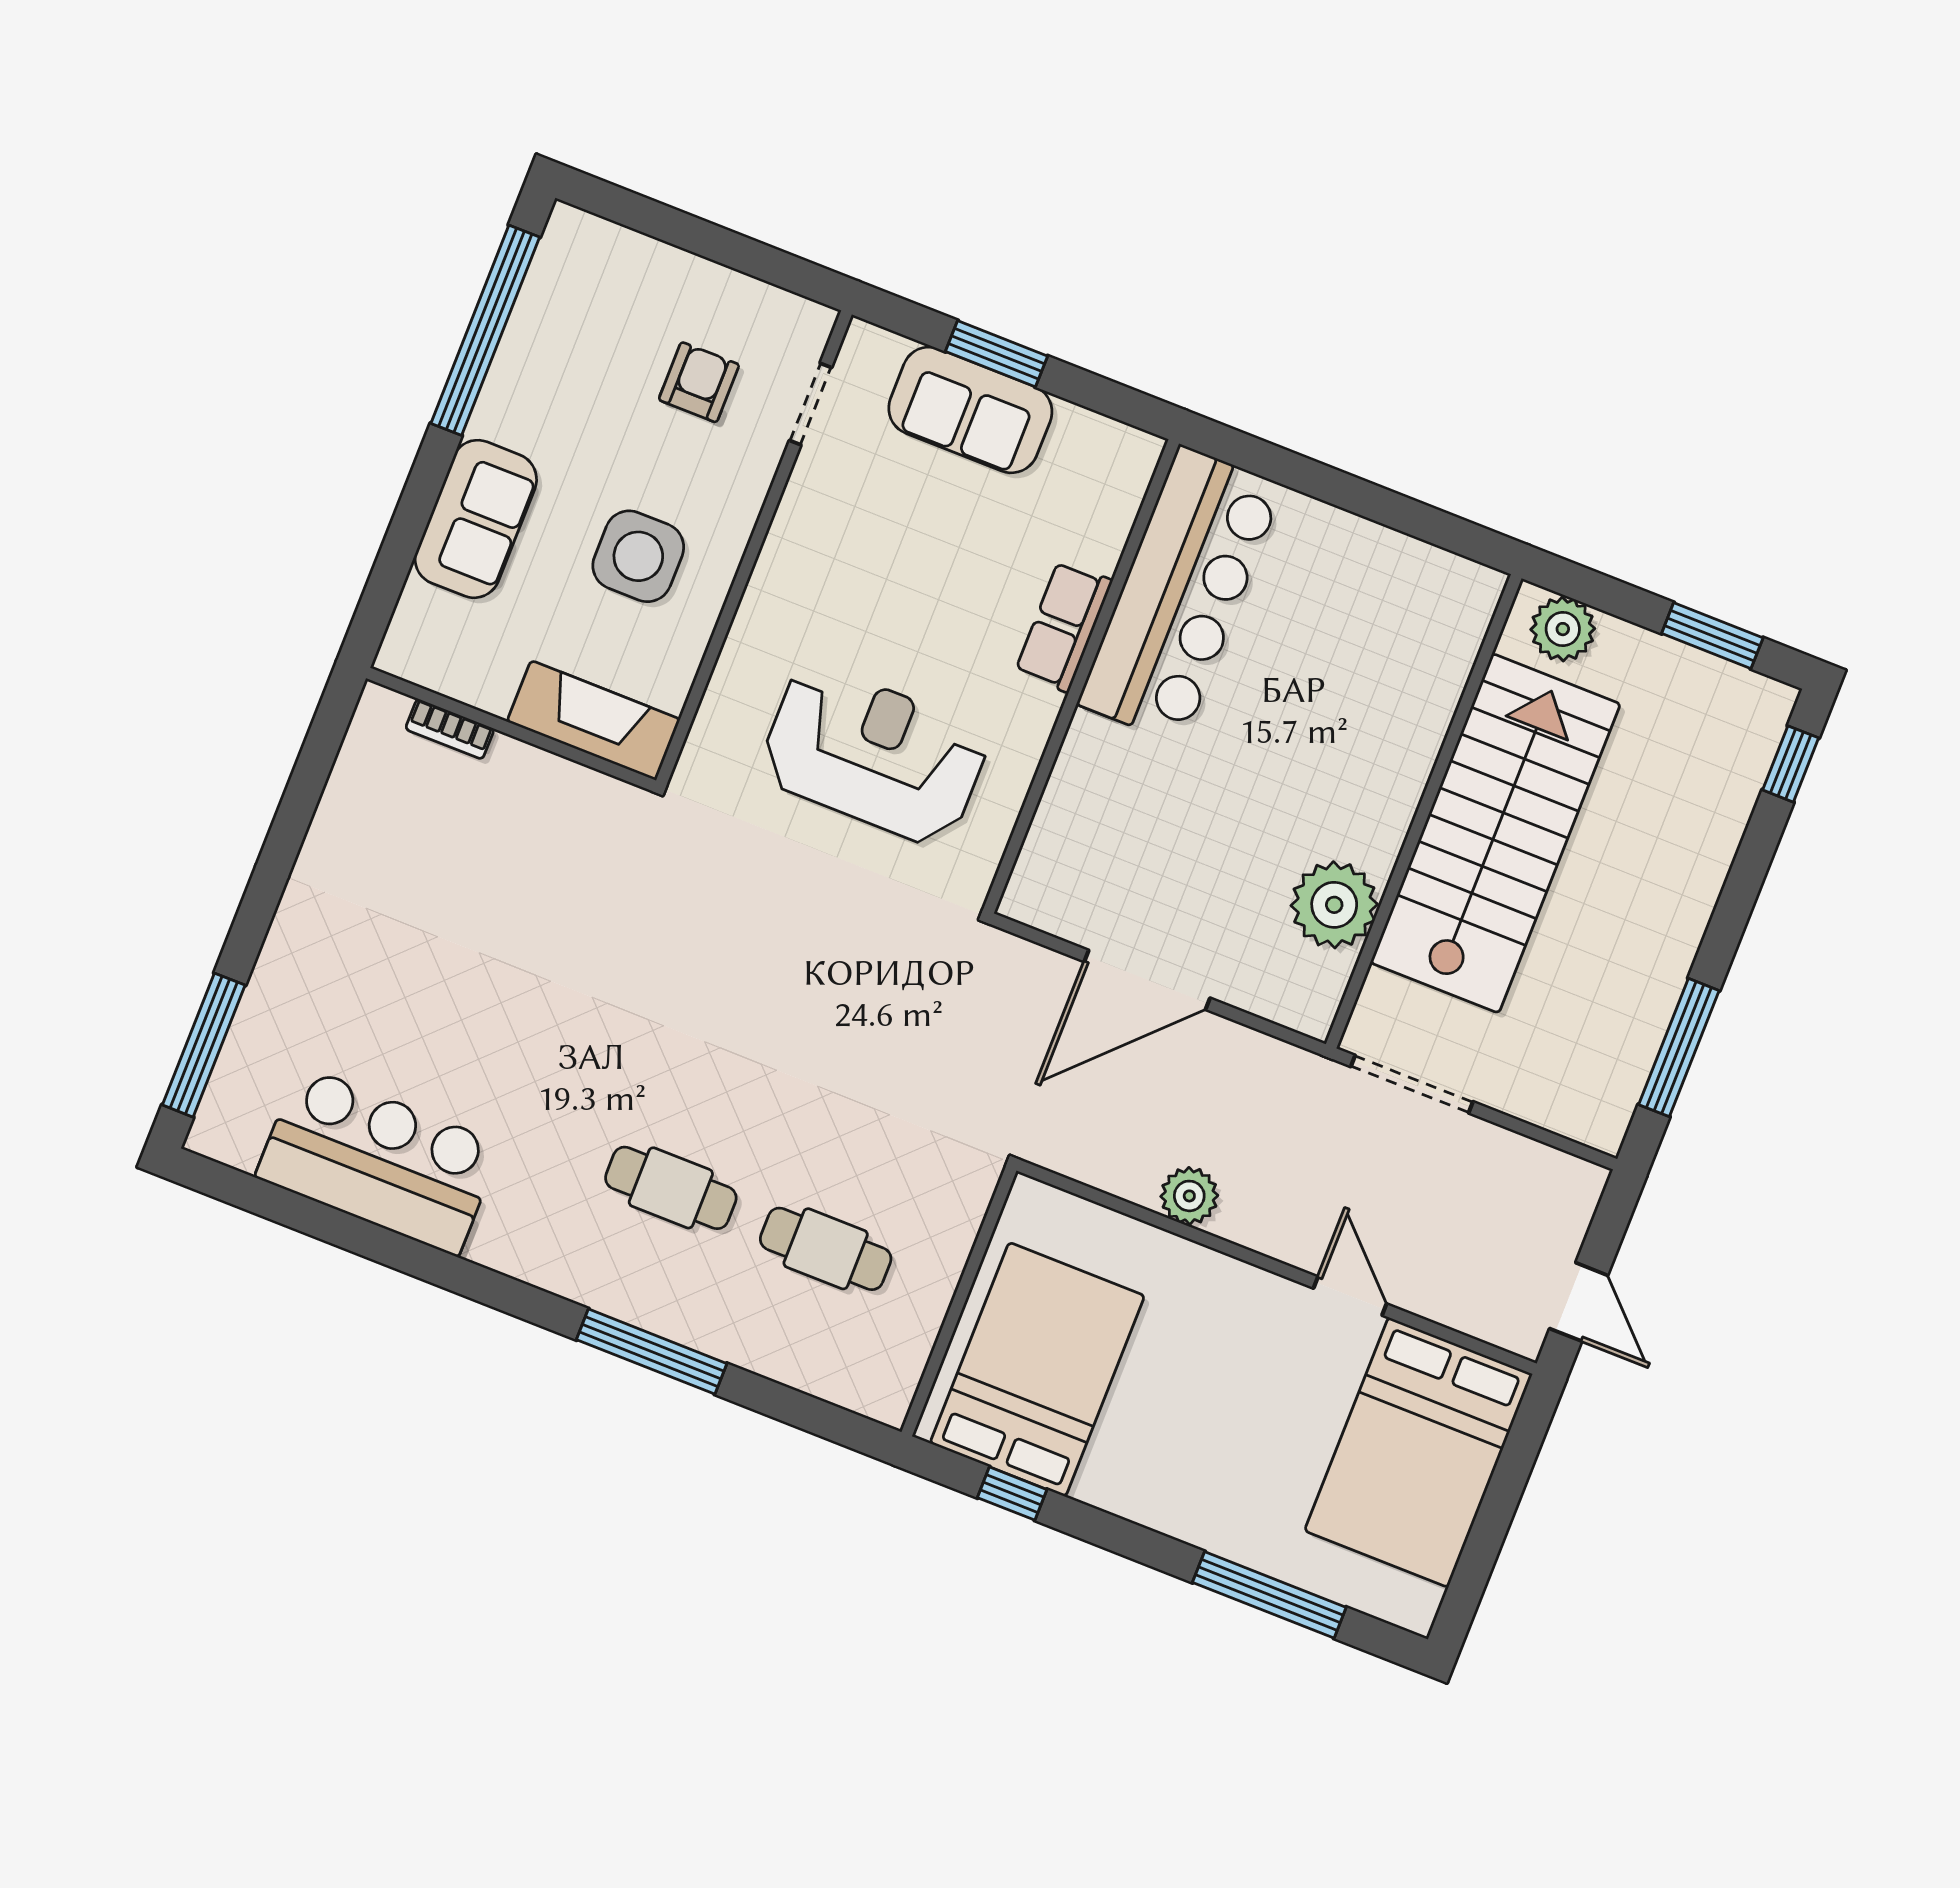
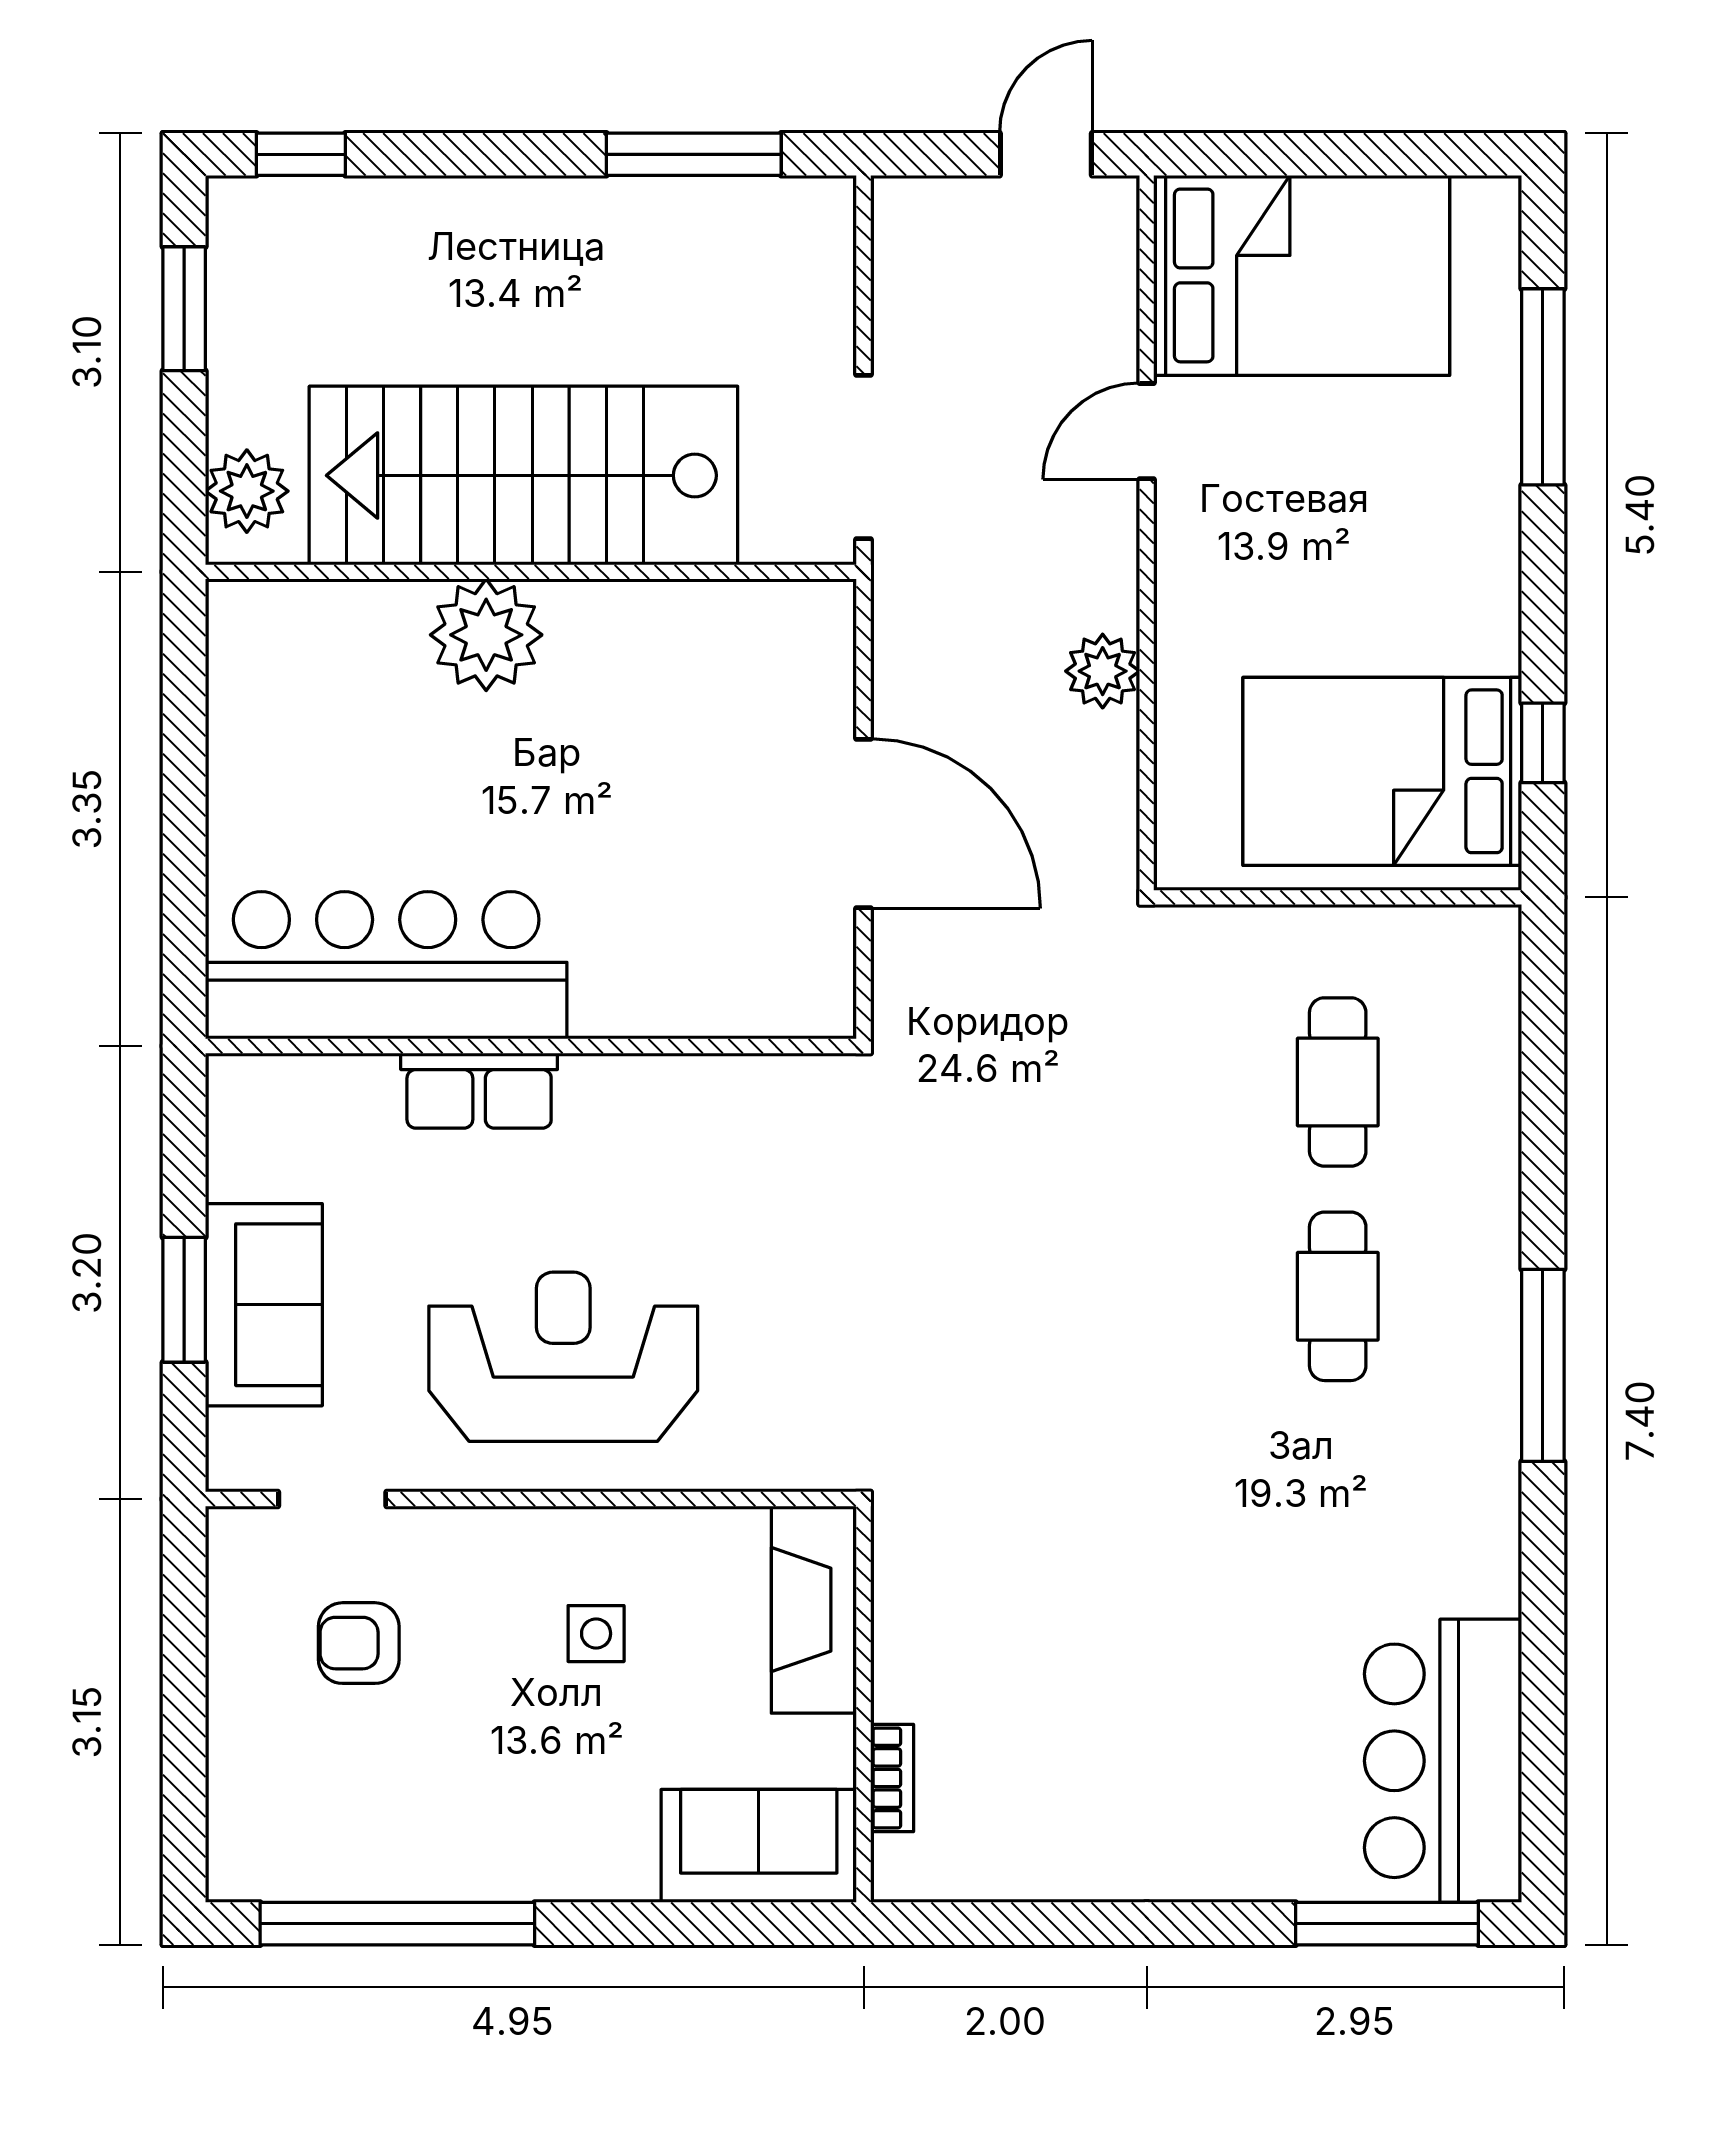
sofa: (476, 519) -> (759, 1846), moved
side table: (638, 556) -> (596, 1634), width x0.54, depth x0.54
reception desk: (874, 755) -> (563, 1357), moved, turned 90
plant: (1334, 905) -> (486, 635), moved
bar counter: (379, 1161) -> (1443, 1761), moved
window: (652, 1352) -> (1543, 1365), moved

